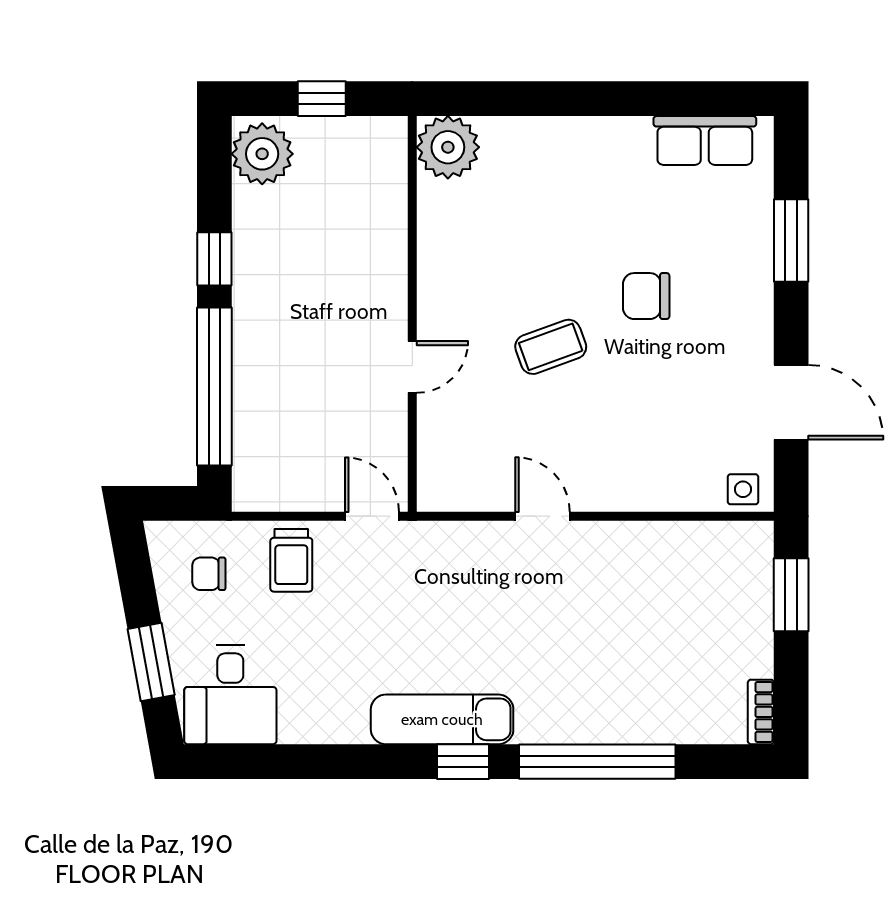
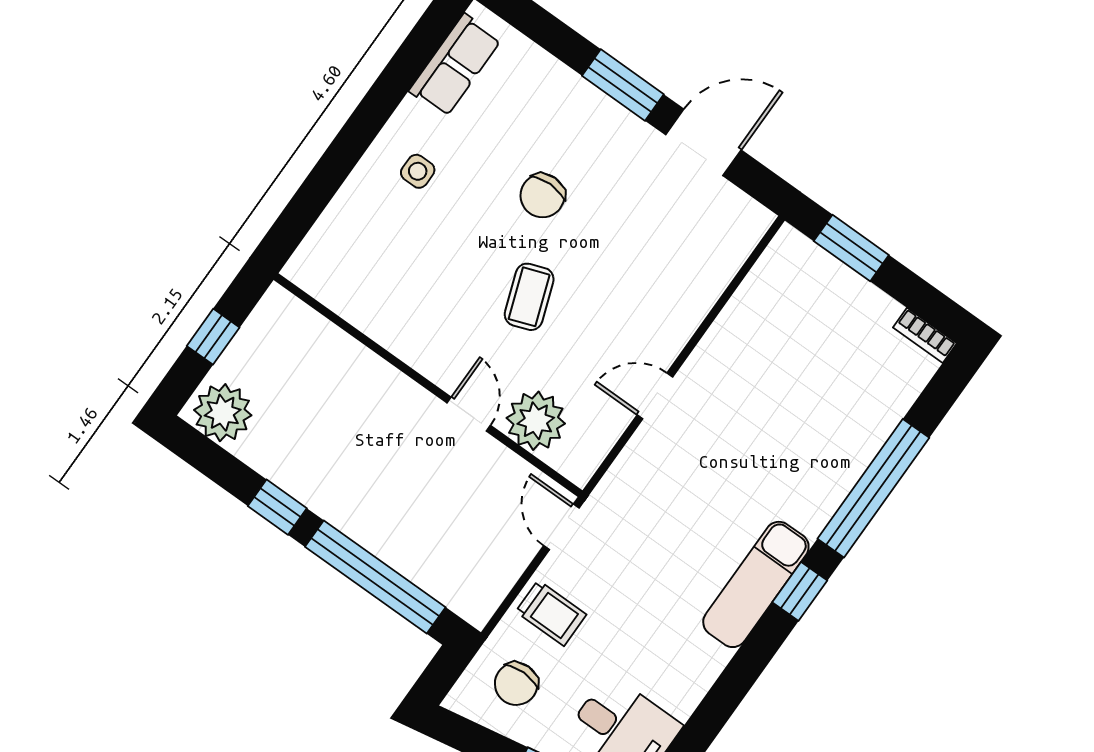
plant: (448, 147) -> (536, 421), moved
window: (791, 241) -> (623, 85), moved
side table: (743, 489) -> (418, 171), moved
door: (372, 516) -> (561, 527), hinge flipped
chair: (209, 574) -> (516, 684), width x1.37, depth x1.37

